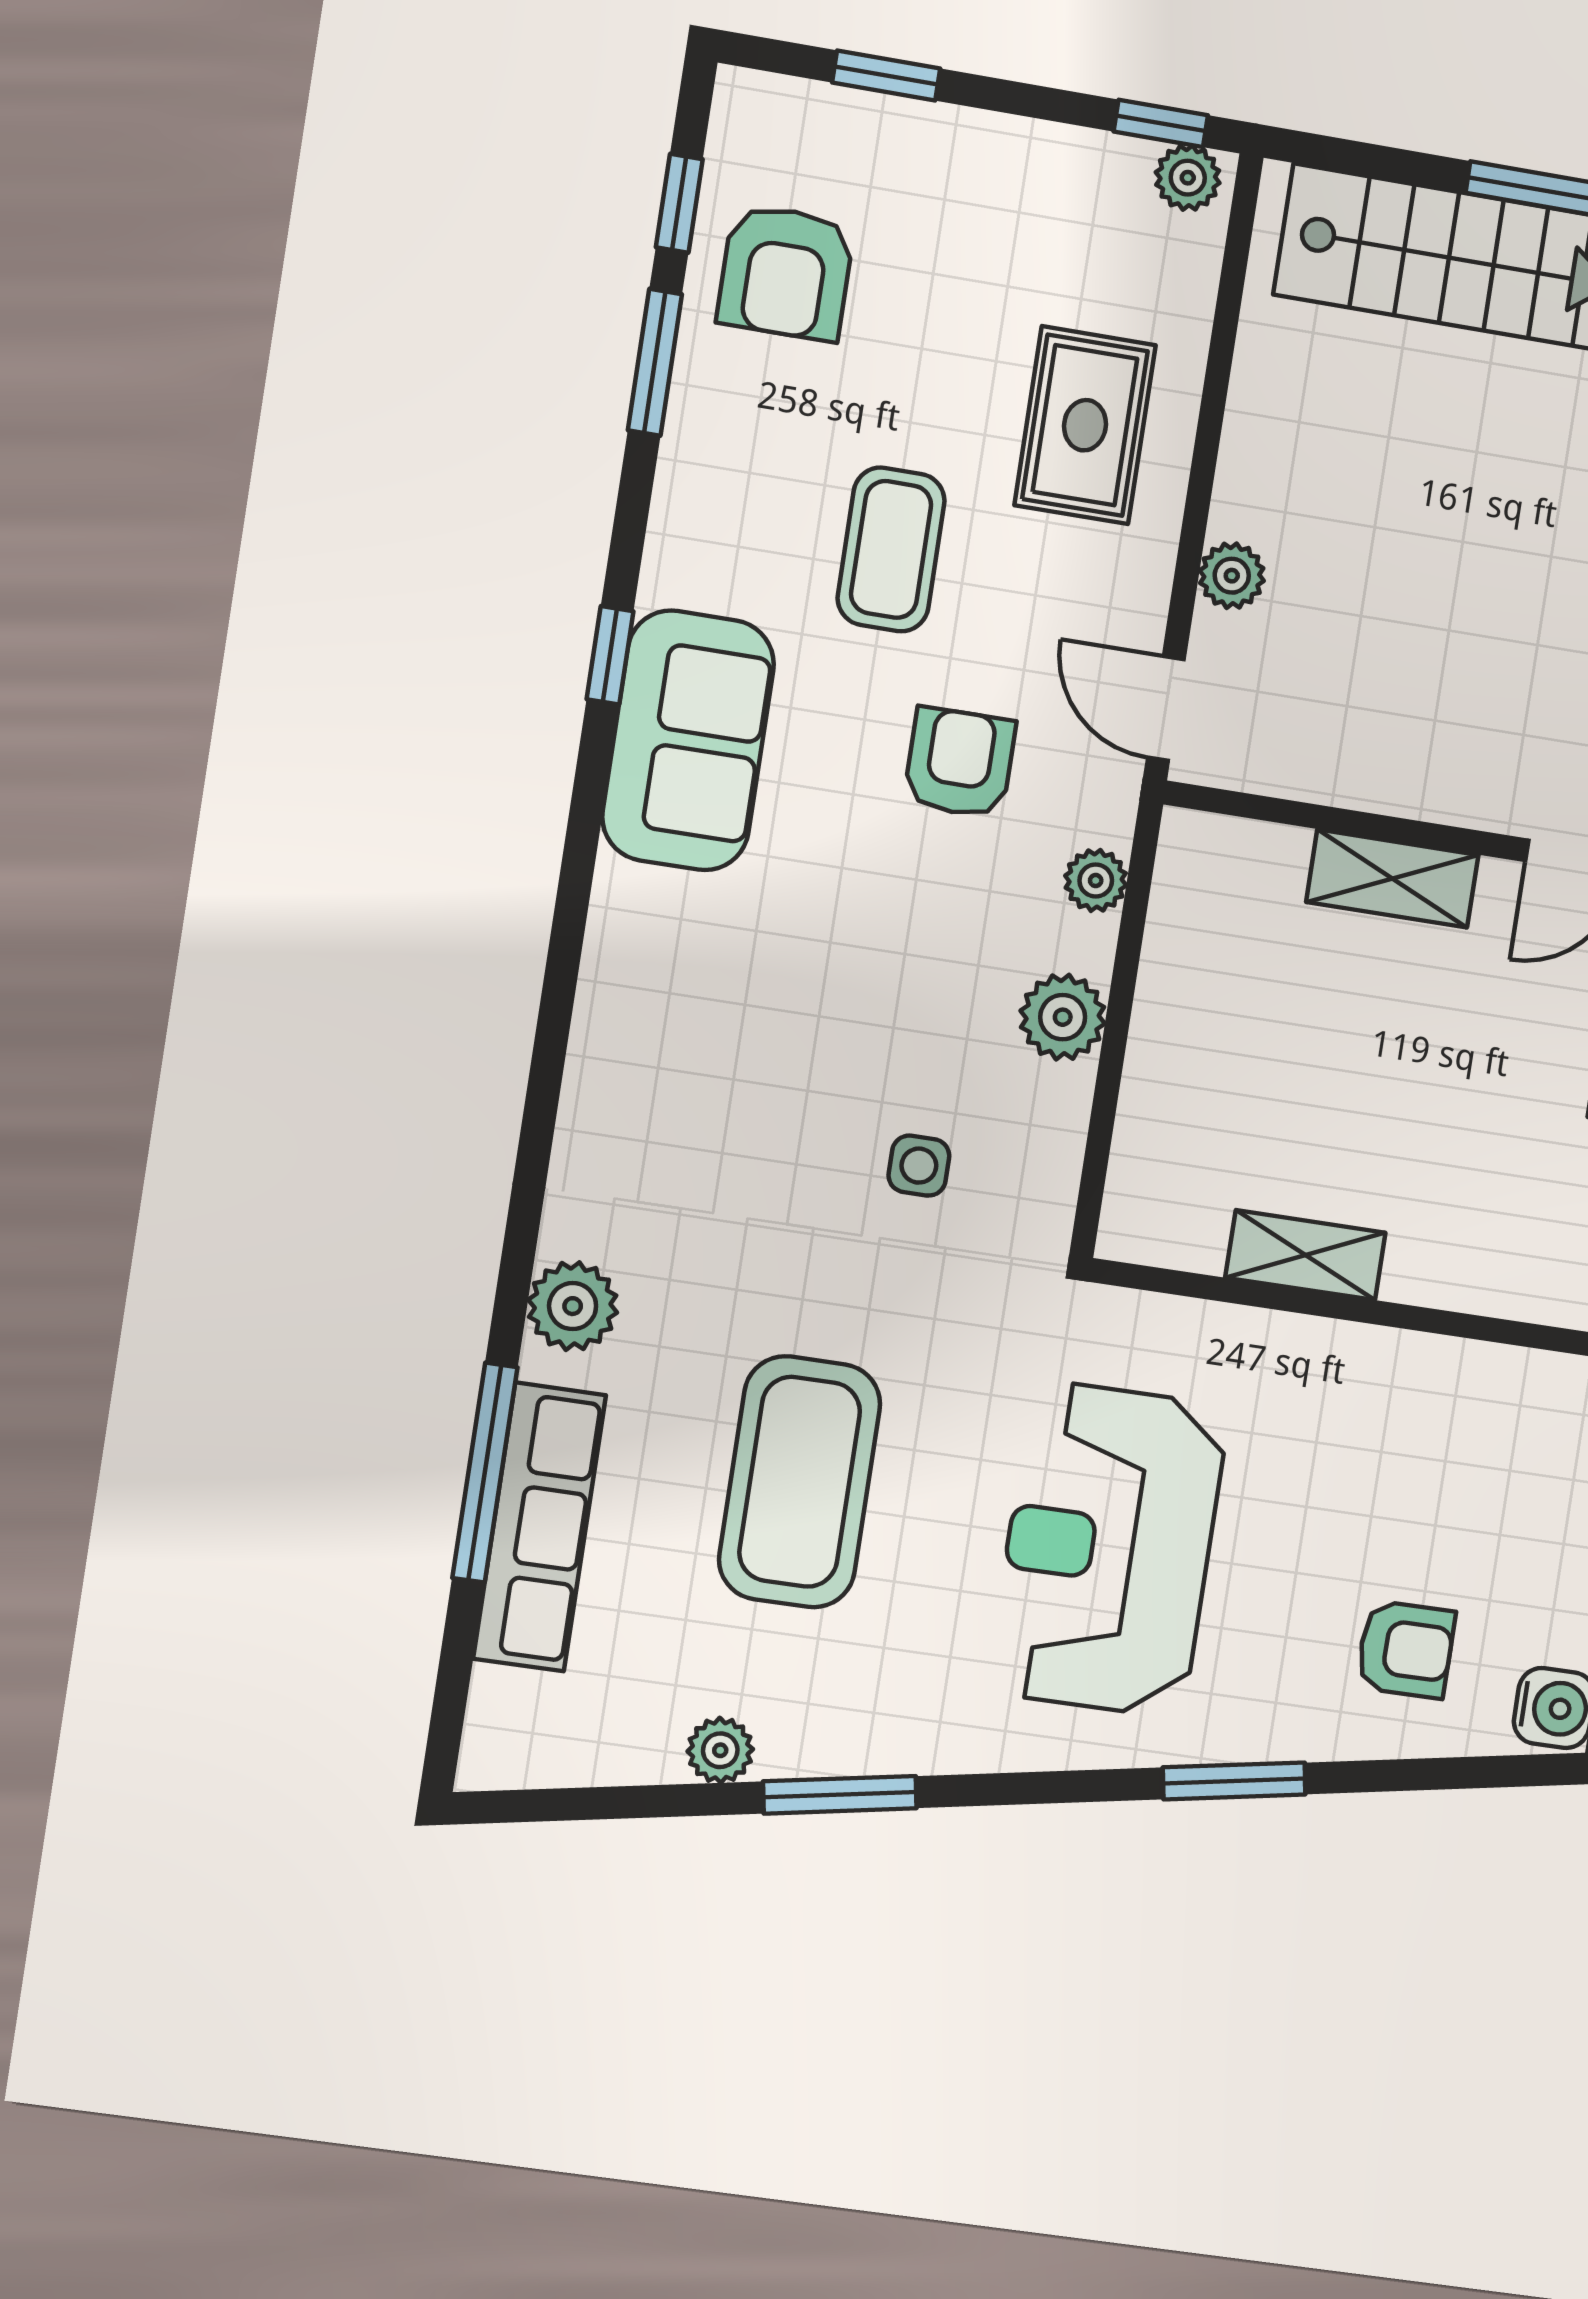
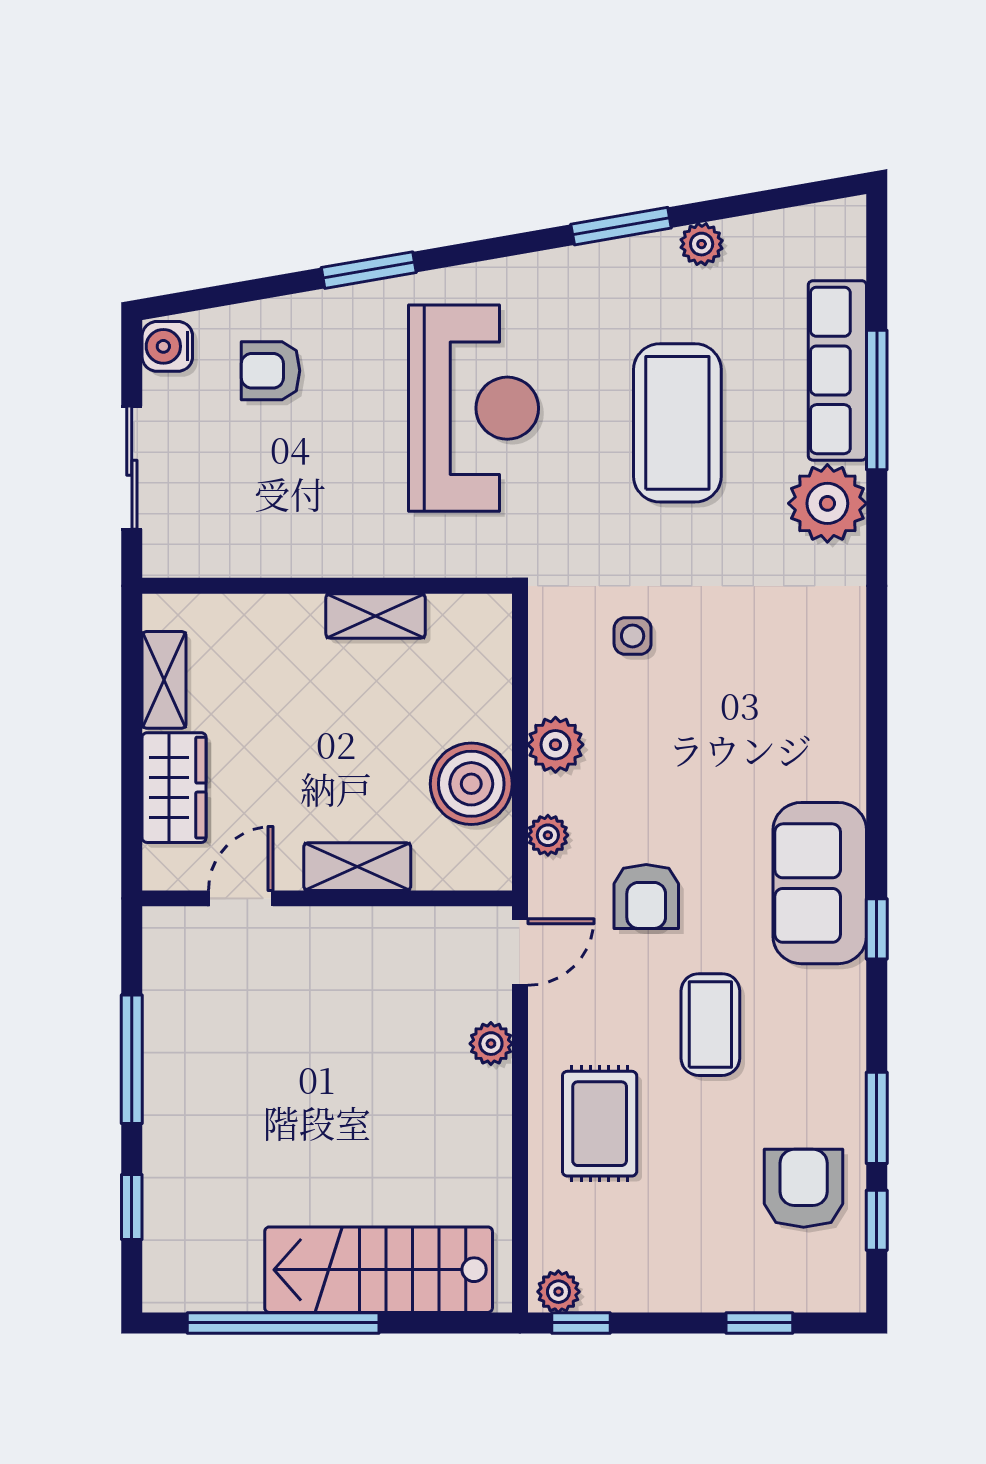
door: (1166, 709) -> (520, 952), hinge flipped
boiler: (1200, 977) -> (471, 784), added
plant: (573, 1306) -> (827, 503), width x1.36, depth x1.36

